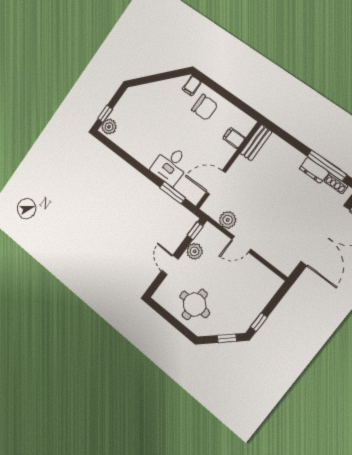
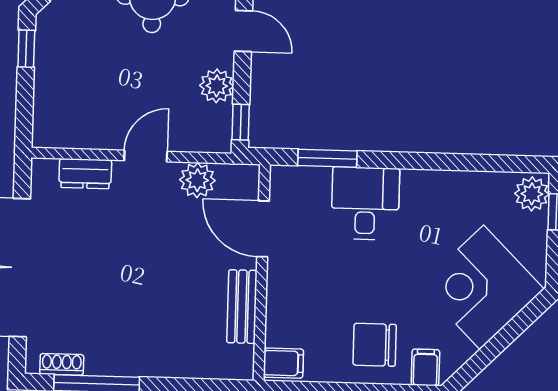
corner desk: (150, 103) -> (482, 287), added
filing cabinet: (234, 138) -> (283, 363), moved
bench: (256, 143) -> (242, 307), moved
dresser: (314, 170) -> (85, 174), moved, turned 180
door: (216, 183) -> (263, 229), swing flipped

